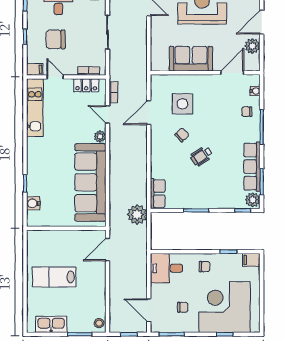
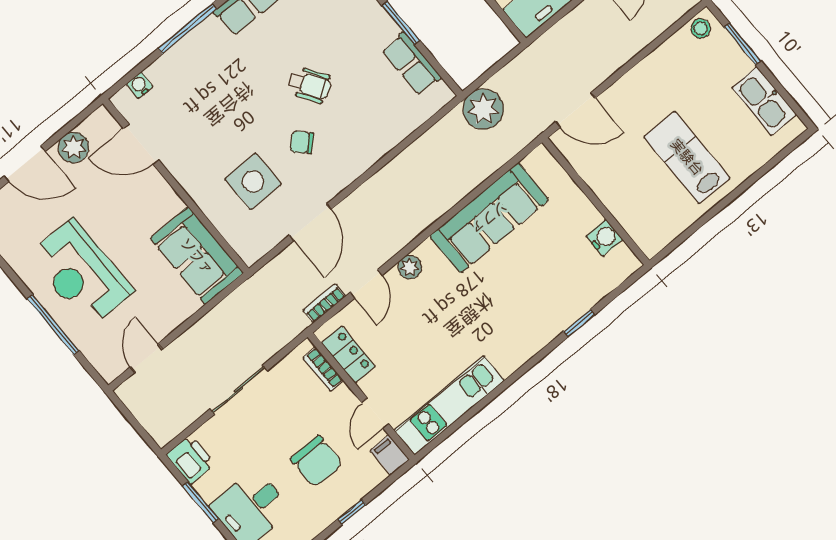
sofa: (191, 59) -> (197, 256), moved
chair: (247, 112) -> (183, 72), removed
door: (149, 113) -> (310, 222), hinge flipped
sofa: (90, 182) -> (489, 218), width x0.74, depth x0.79
row of seats: (158, 194) -> (411, 64), moved, turned -90
water cooler: (33, 203) -> (604, 238), moved, turned -90
lab bench: (54, 277) -> (687, 157), turned 180

